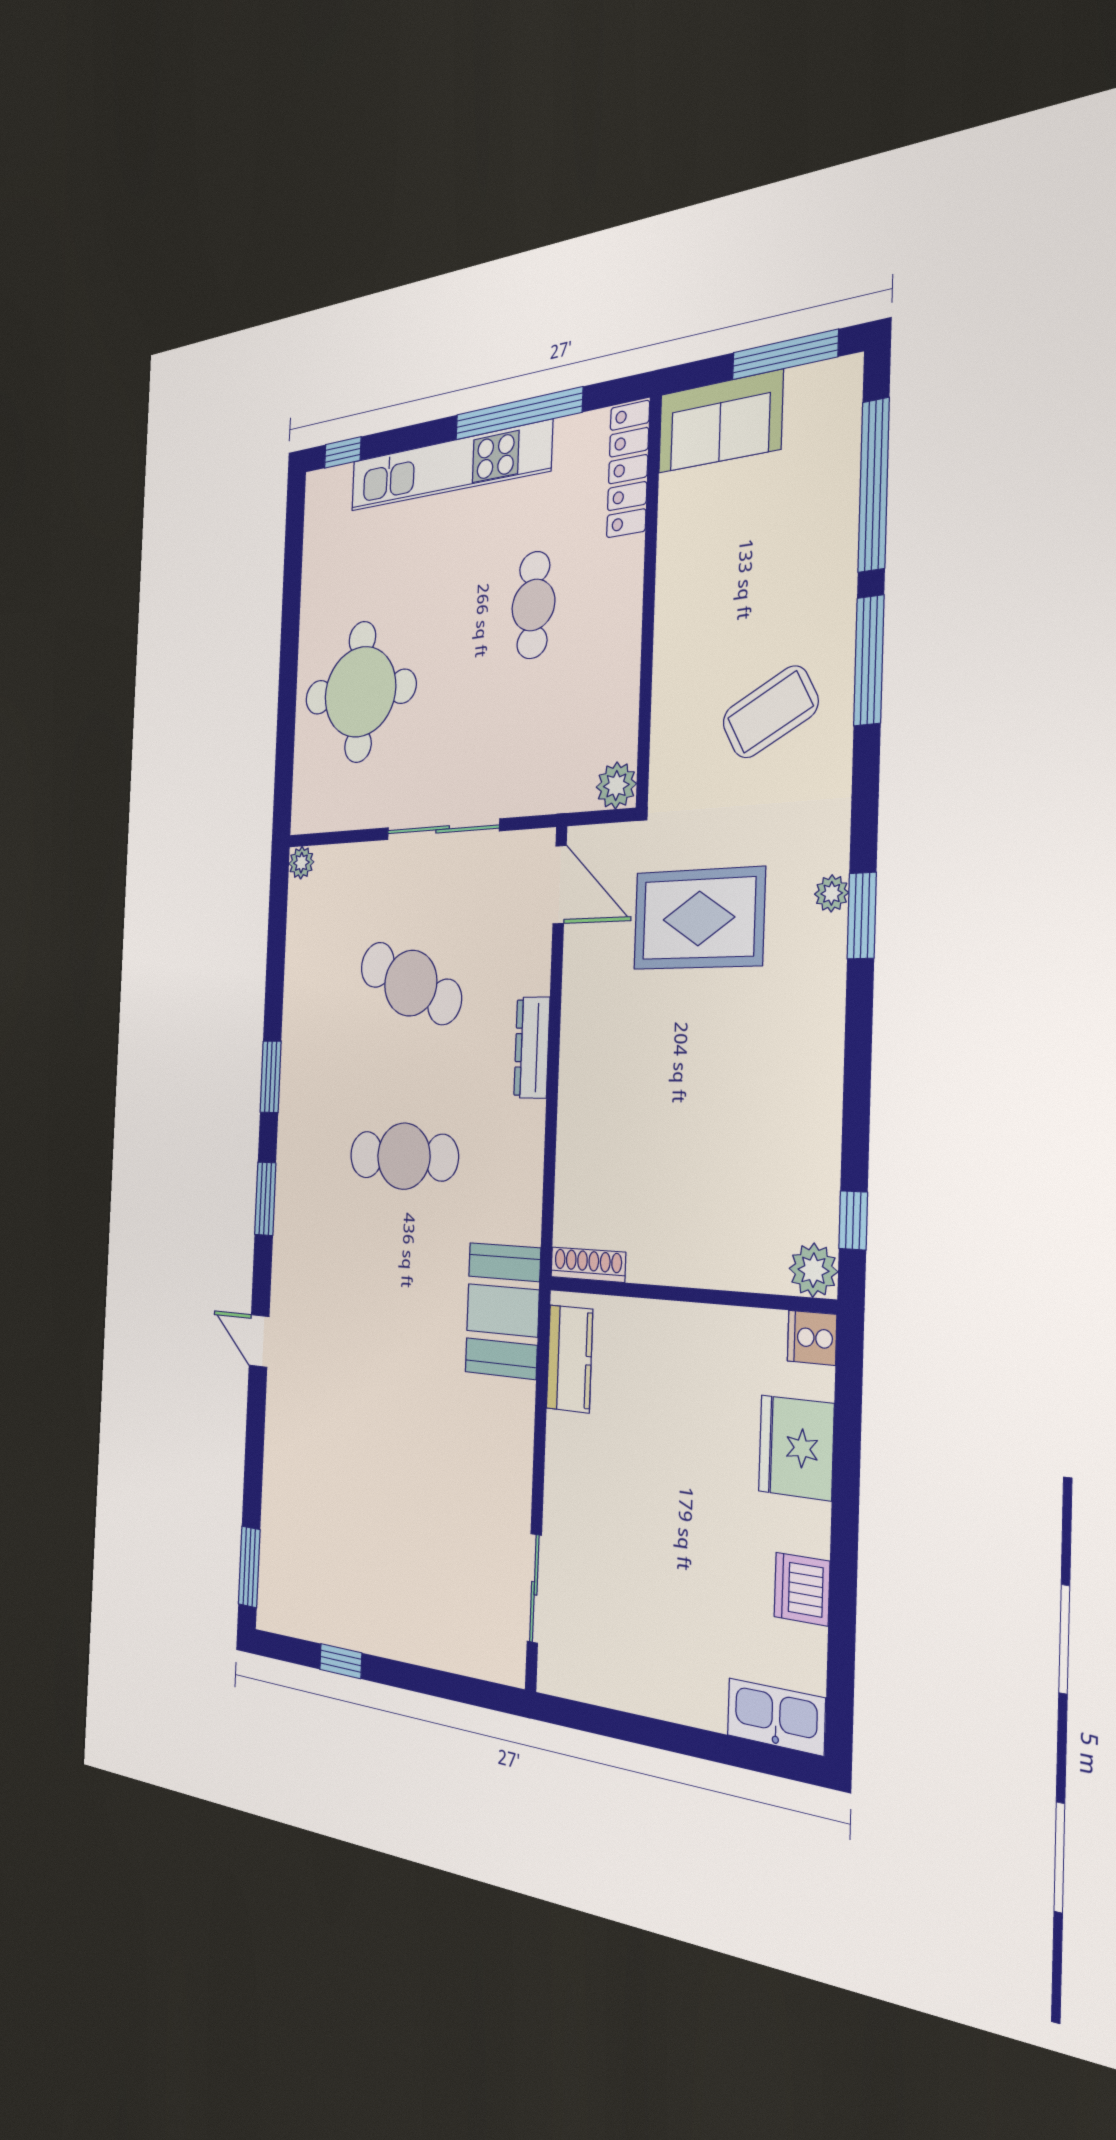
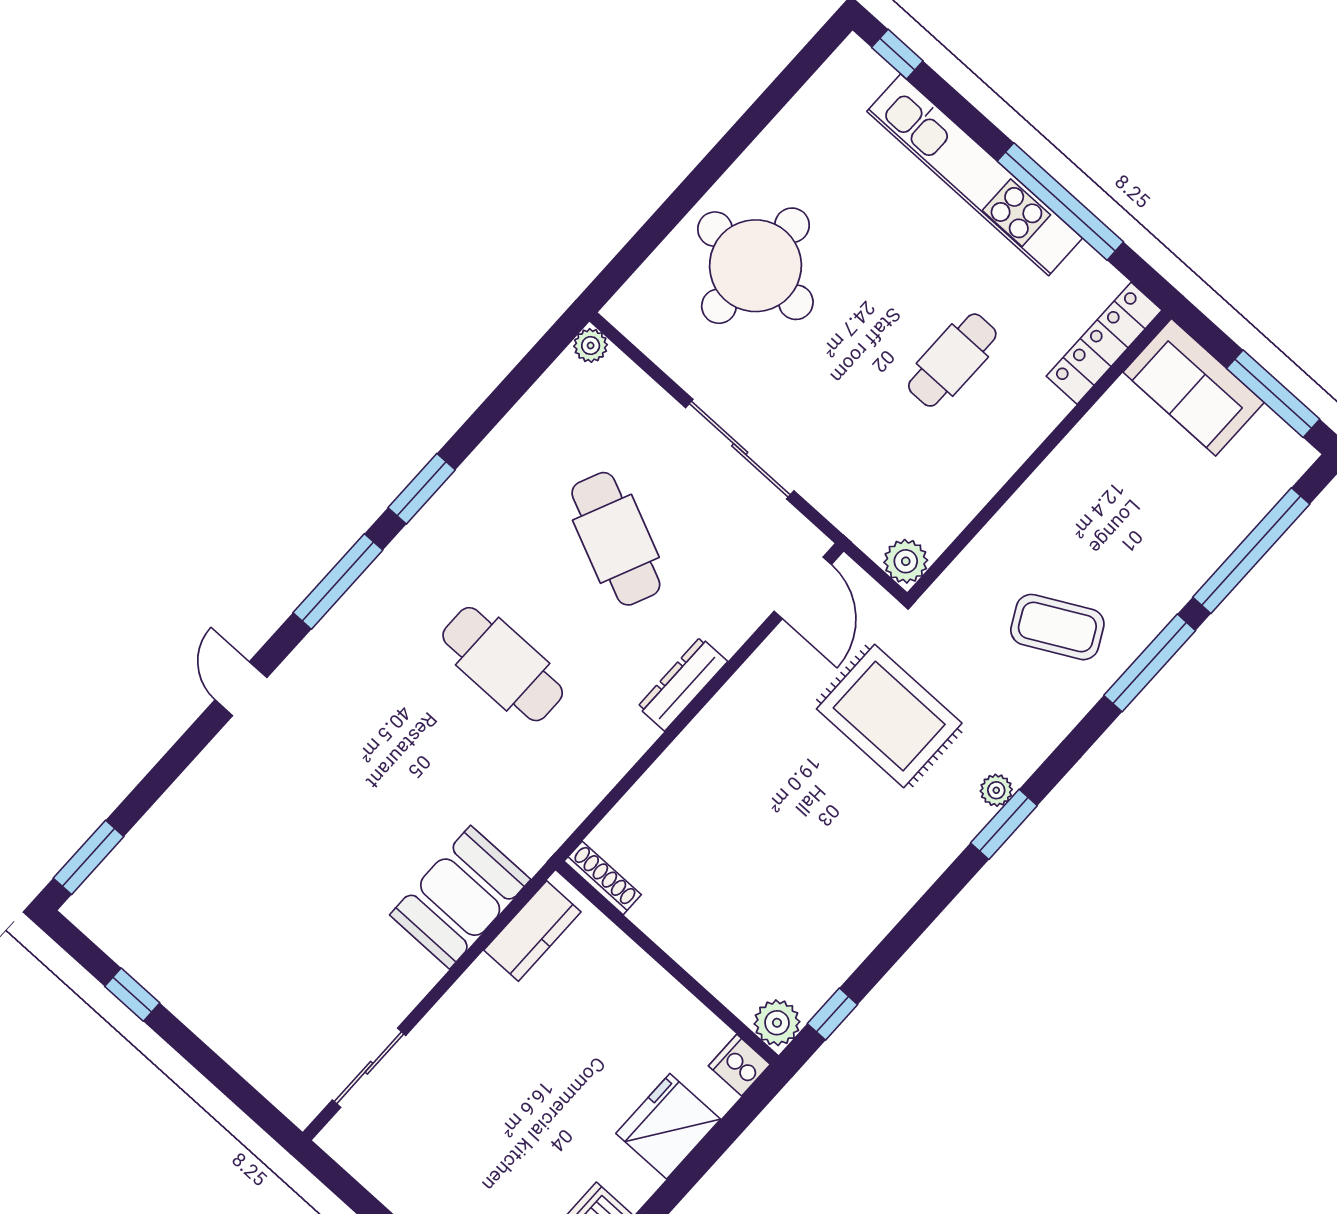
window: (265, 1199) -> (338, 581), width x1.44
booth: (503, 1310) -> (460, 897), moved

